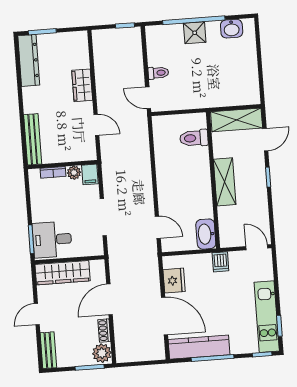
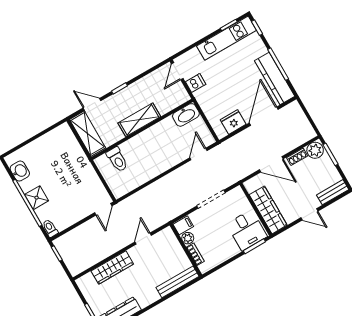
toilet: (158, 73) -> (50, 228), moved
wardrobe: (82, 85) -> (112, 267), width x1.50
dishwasher: (220, 262) -> (196, 83), moved

